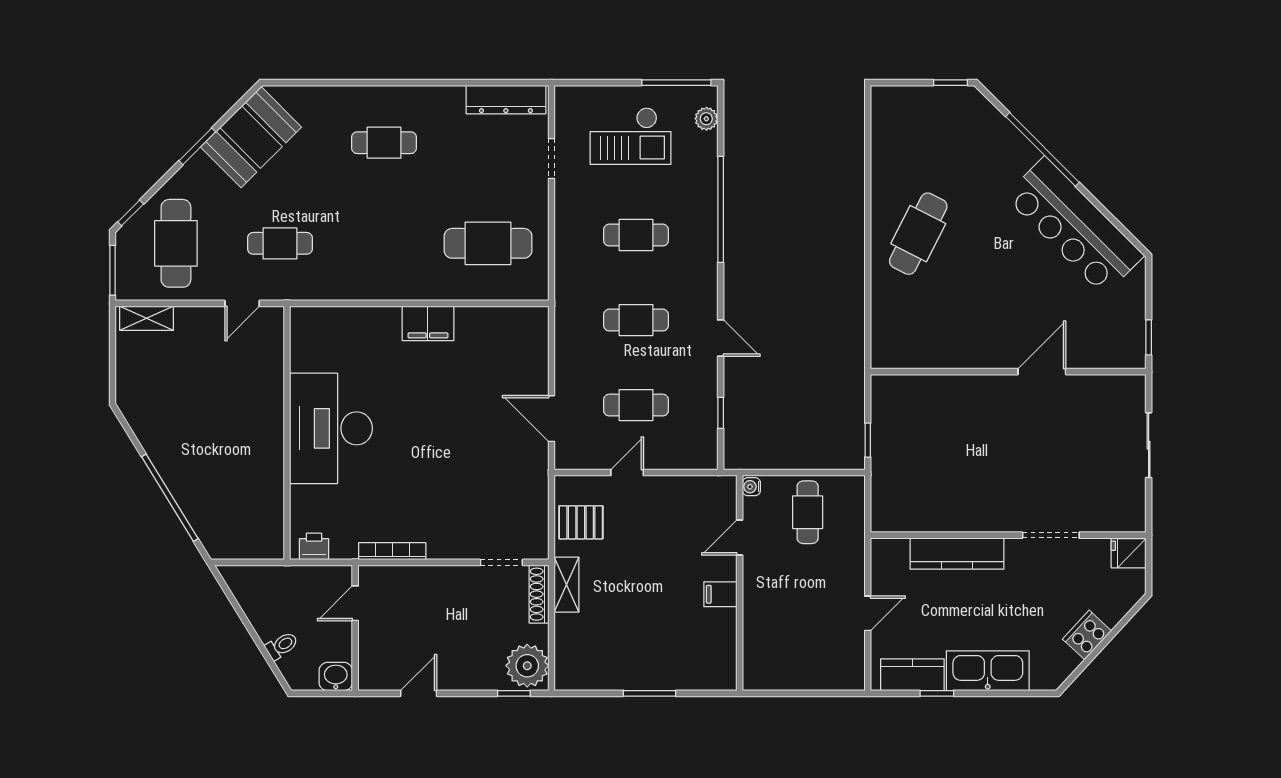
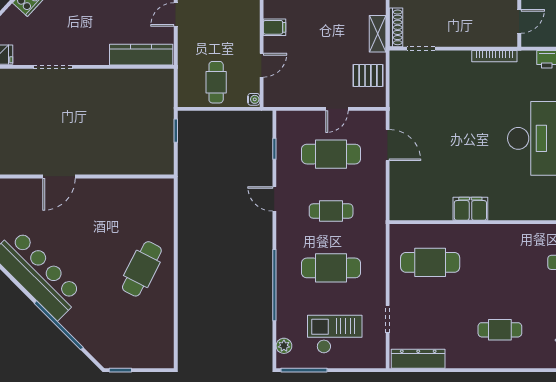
cafe table: (636, 235) -> (331, 268), width x1.37, depth x1.35
cafe table: (636, 405) -> (331, 154), width x1.37, depth x1.35
kitchen counter: (957, 554) -> (141, 55), moved

